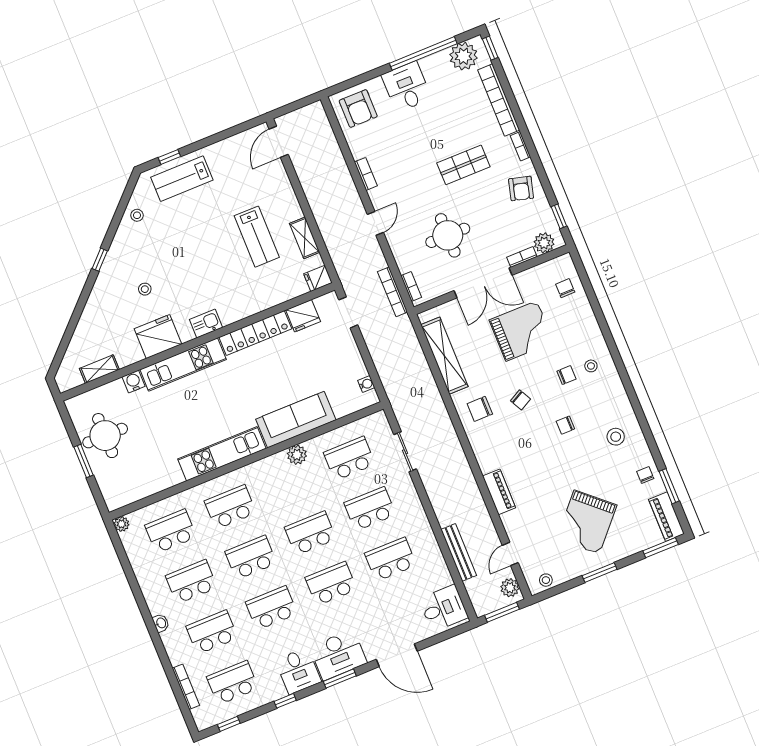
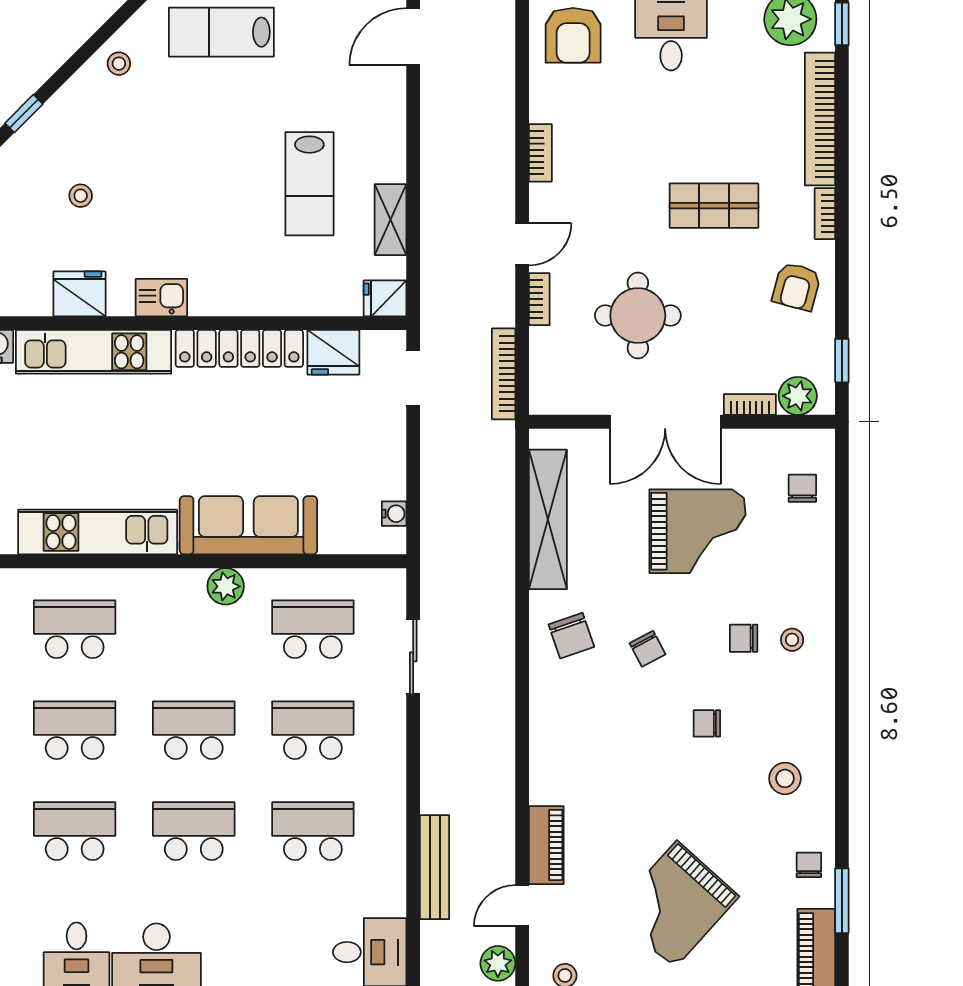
bookcase: (411, 287) -> (539, 299), moved
fridge: (158, 337) -> (80, 294), width x0.73, depth x0.75
chair: (566, 375) -> (744, 638), turned 180
chair: (480, 409) -> (571, 636), turned -109
piano: (499, 492) -> (546, 845), moved

